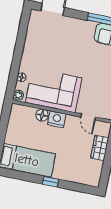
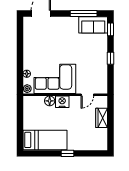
door: (88, 117) -> (87, 95), hinge flipped

